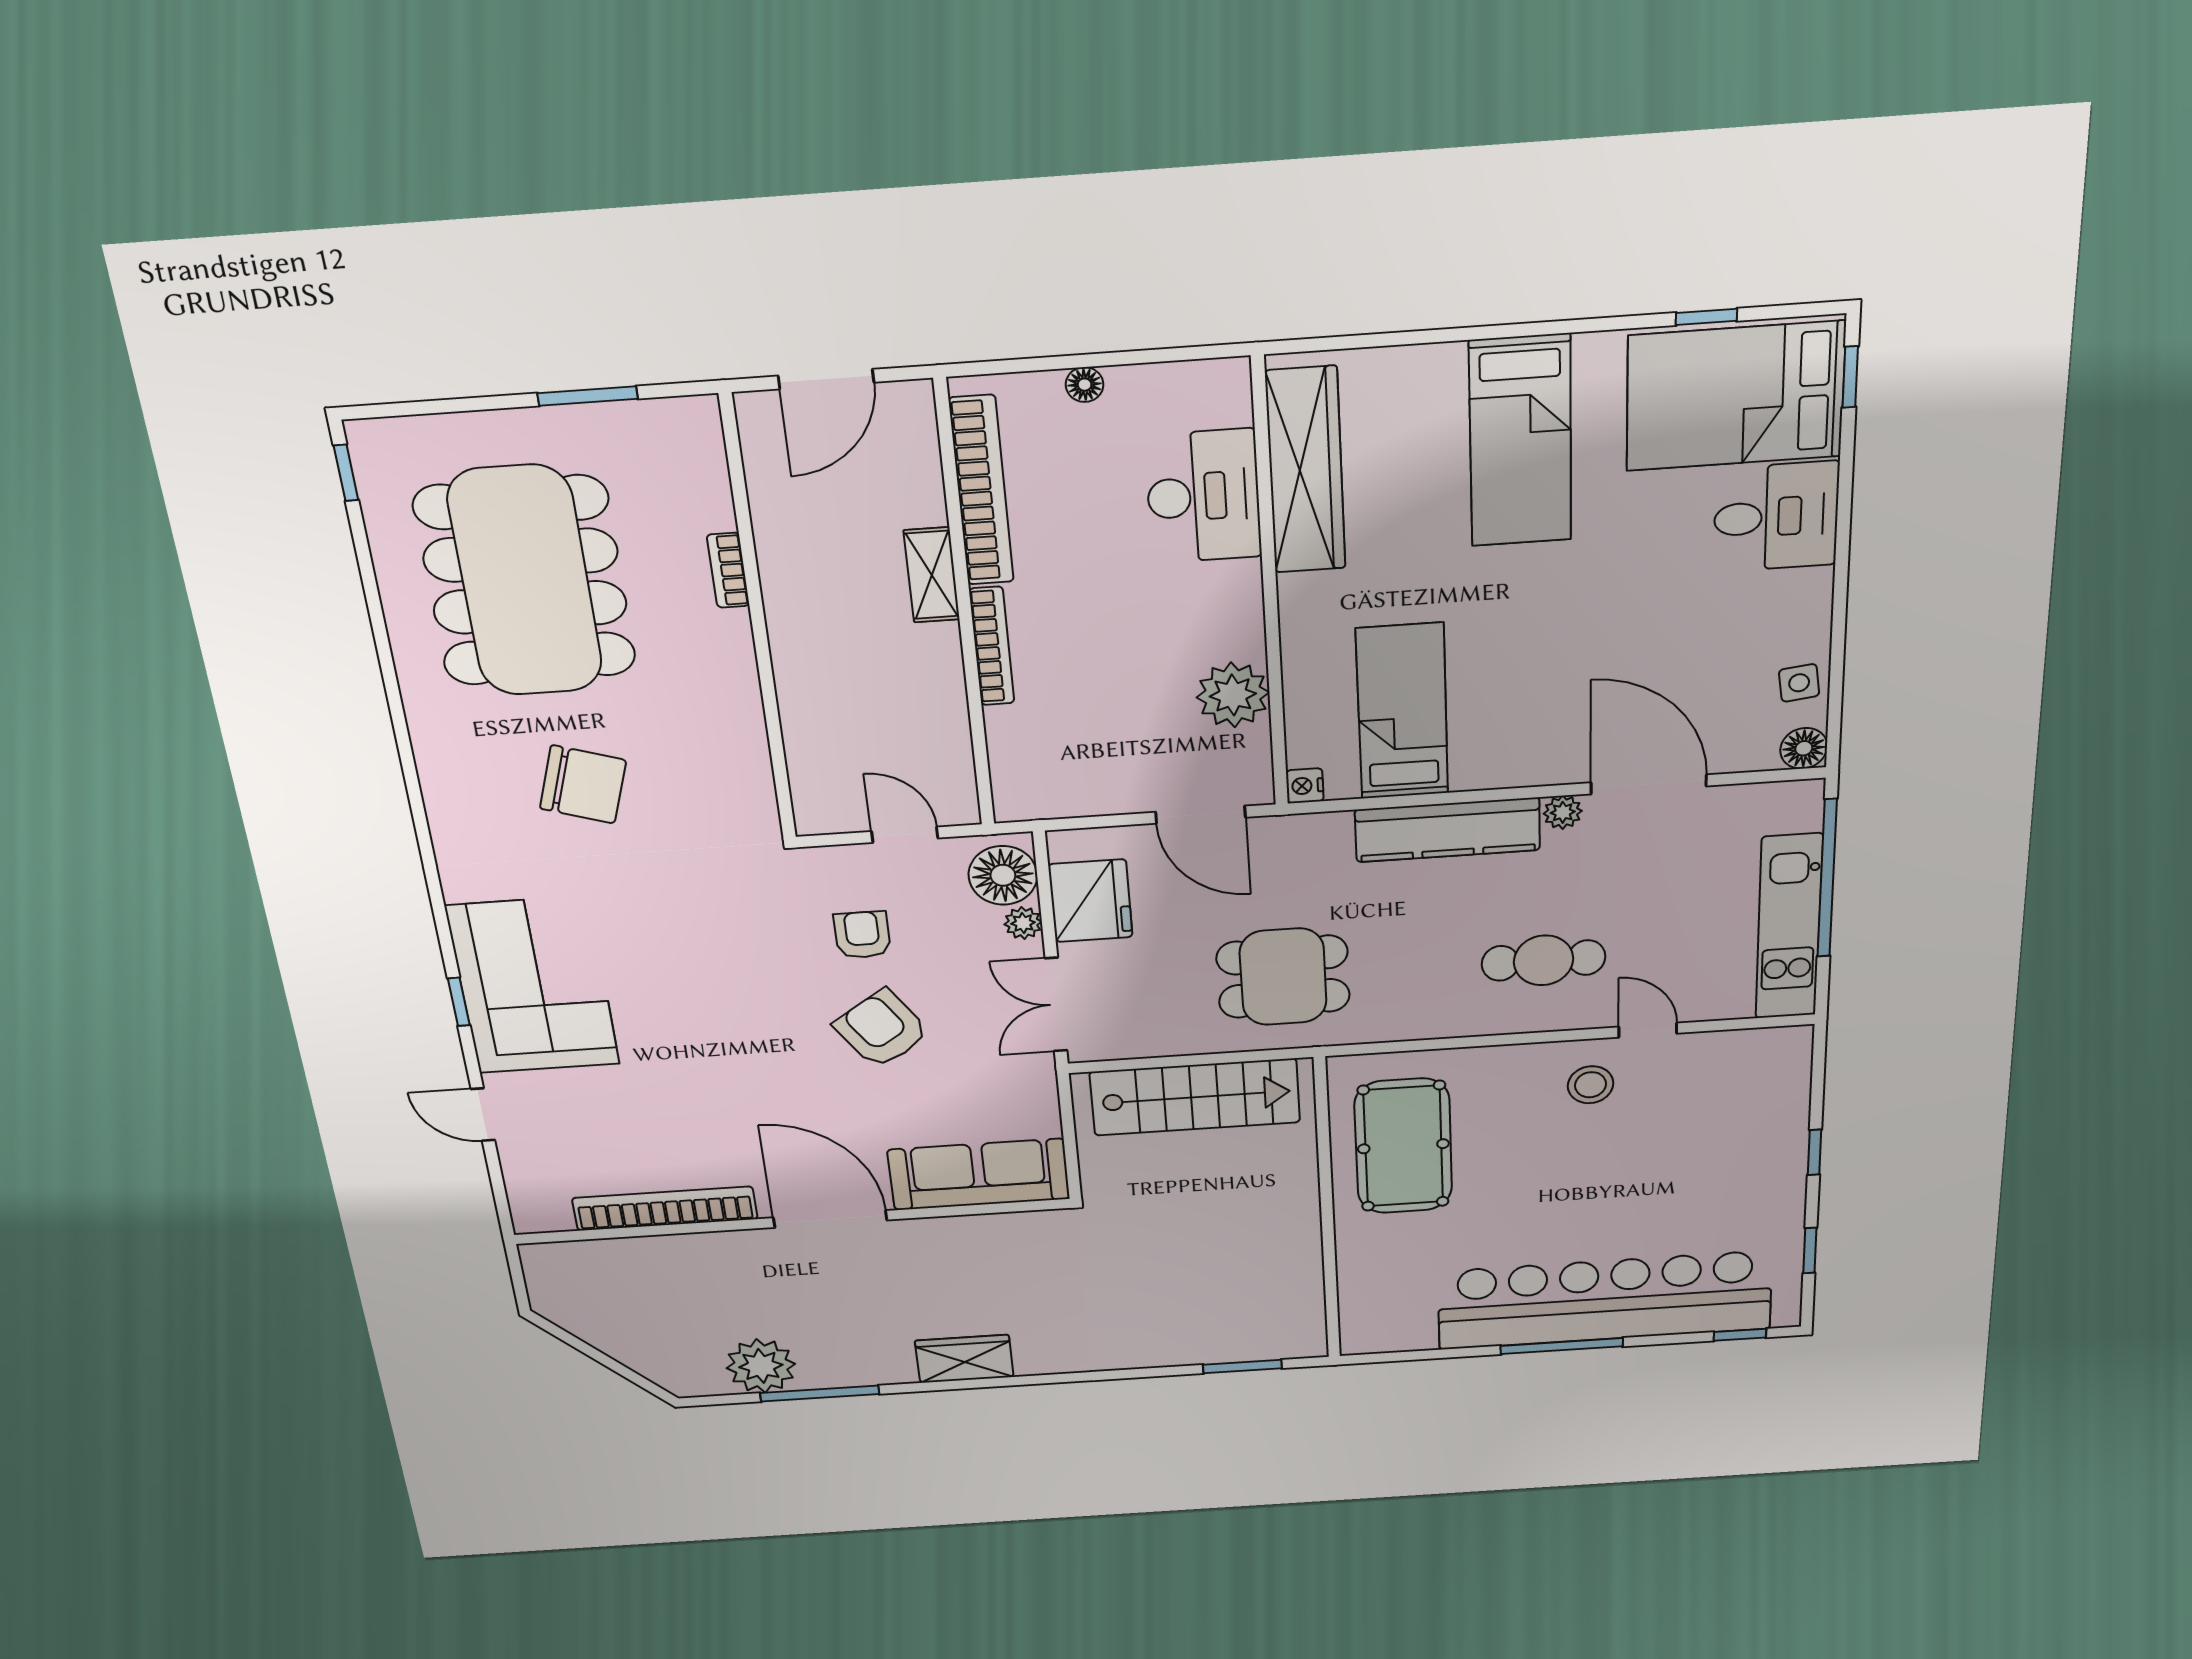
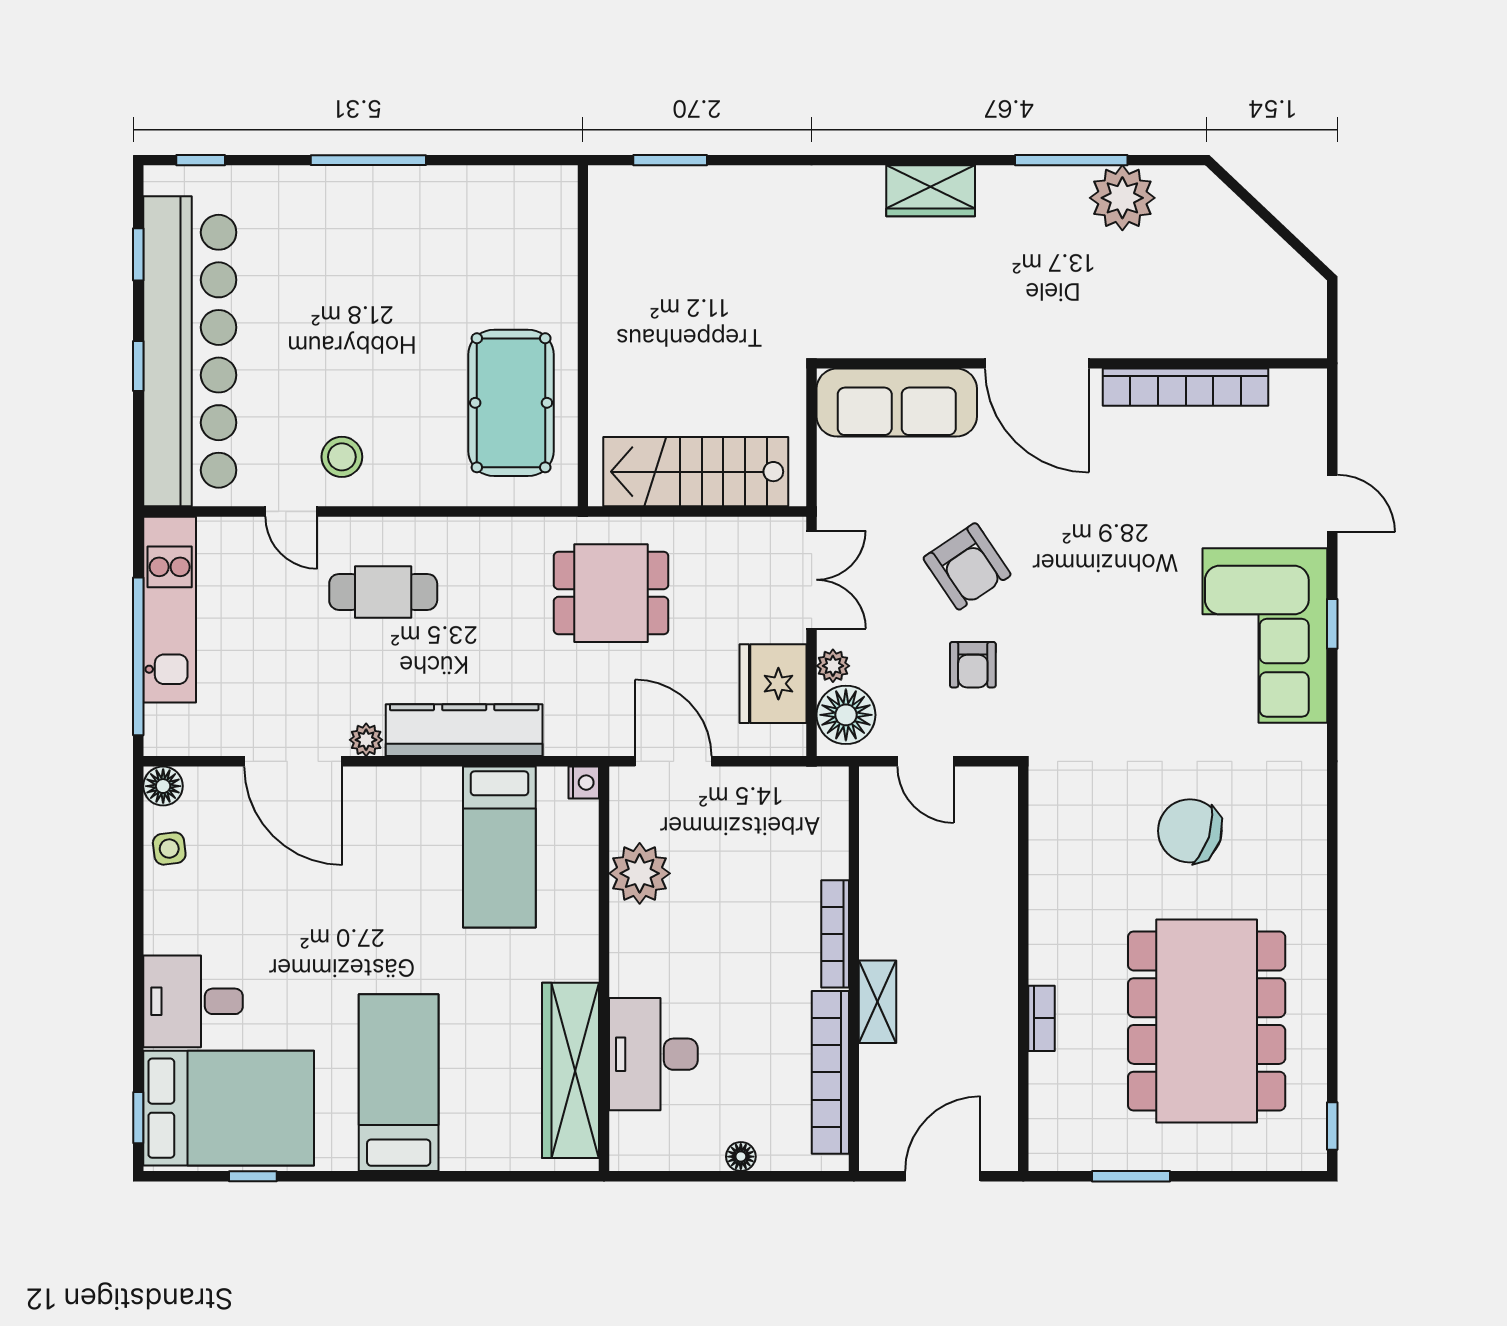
bar counter: (1605, 1300) -> (190, 351), moved, turned -90

